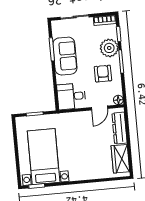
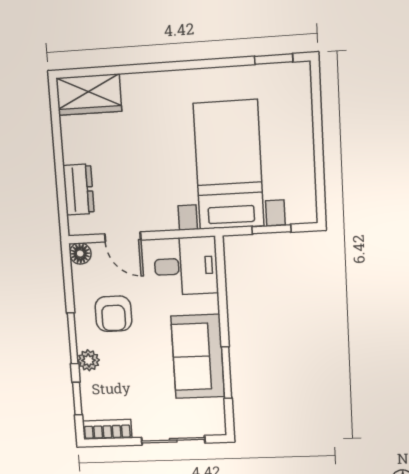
plant: (109, 48) -> (89, 360), width x0.53, depth x0.53
door: (100, 108) -> (123, 237), swing flipped
dresser: (119, 128) -> (78, 190), width x0.70
bed with nightstands: (44, 157) -> (229, 165), moved, turned 180
wardrobe: (120, 159) -> (89, 95), moved, turned 90

